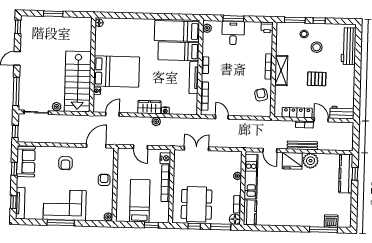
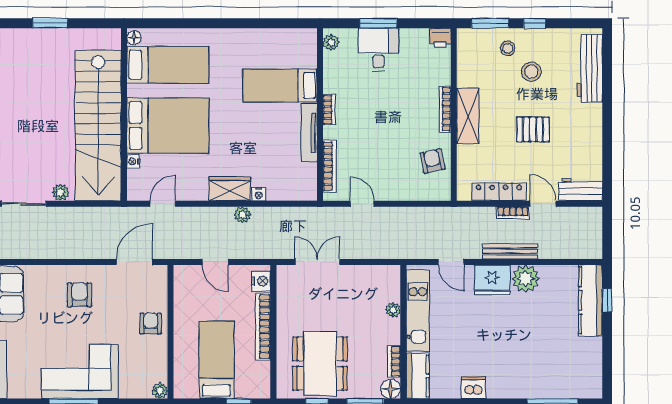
bed: (177, 31) -> (168, 65), moved, turned 180
stairs: (78, 81) -> (98, 125), width x1.36
armchair: (66, 163) -> (79, 295), turned 180
dishwasher: (331, 221) -> (473, 388), moved

